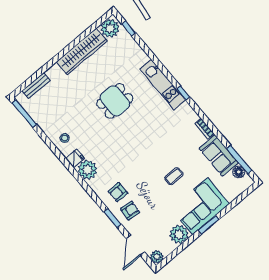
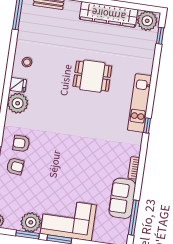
floor lamp: (239, 172) -> (123, 226), removed
coffee table: (174, 176) -> (74, 177), removed
window: (186, 244) -> (28, 235), added

